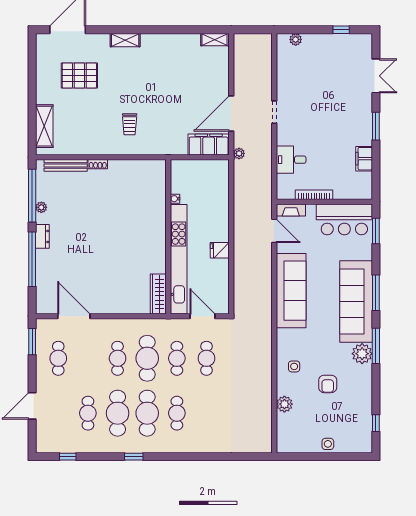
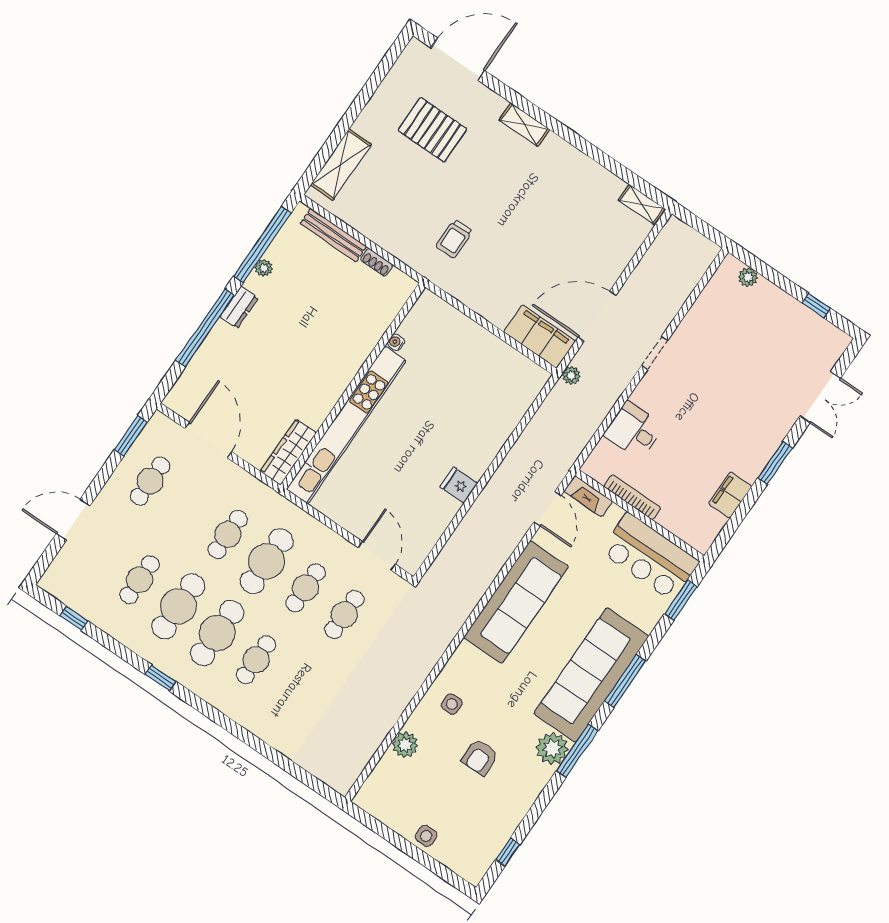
water cooler: (175, 199) -> (396, 342), moved
wall: (168, 237) -> (353, 386), moved
kitchen unit: (179, 259) -> (346, 425), moved
wardrobe: (158, 294) -> (288, 452), moved

